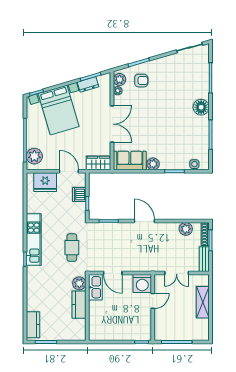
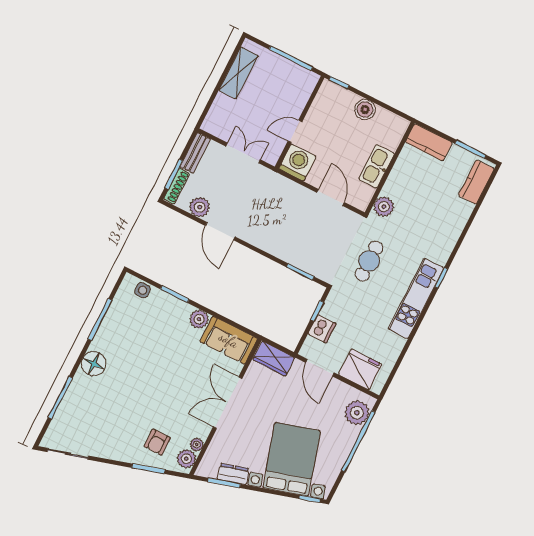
armchair: (141, 81) -> (157, 442), turned -90
door: (144, 221) -> (220, 231), moved
kitchen sink: (95, 287) -> (376, 166), moved
shelving: (203, 302) -> (238, 73), moved
kitchen counter: (79, 305) -> (429, 142), moved, turned 90
boiler: (119, 334) -> (365, 110), added

